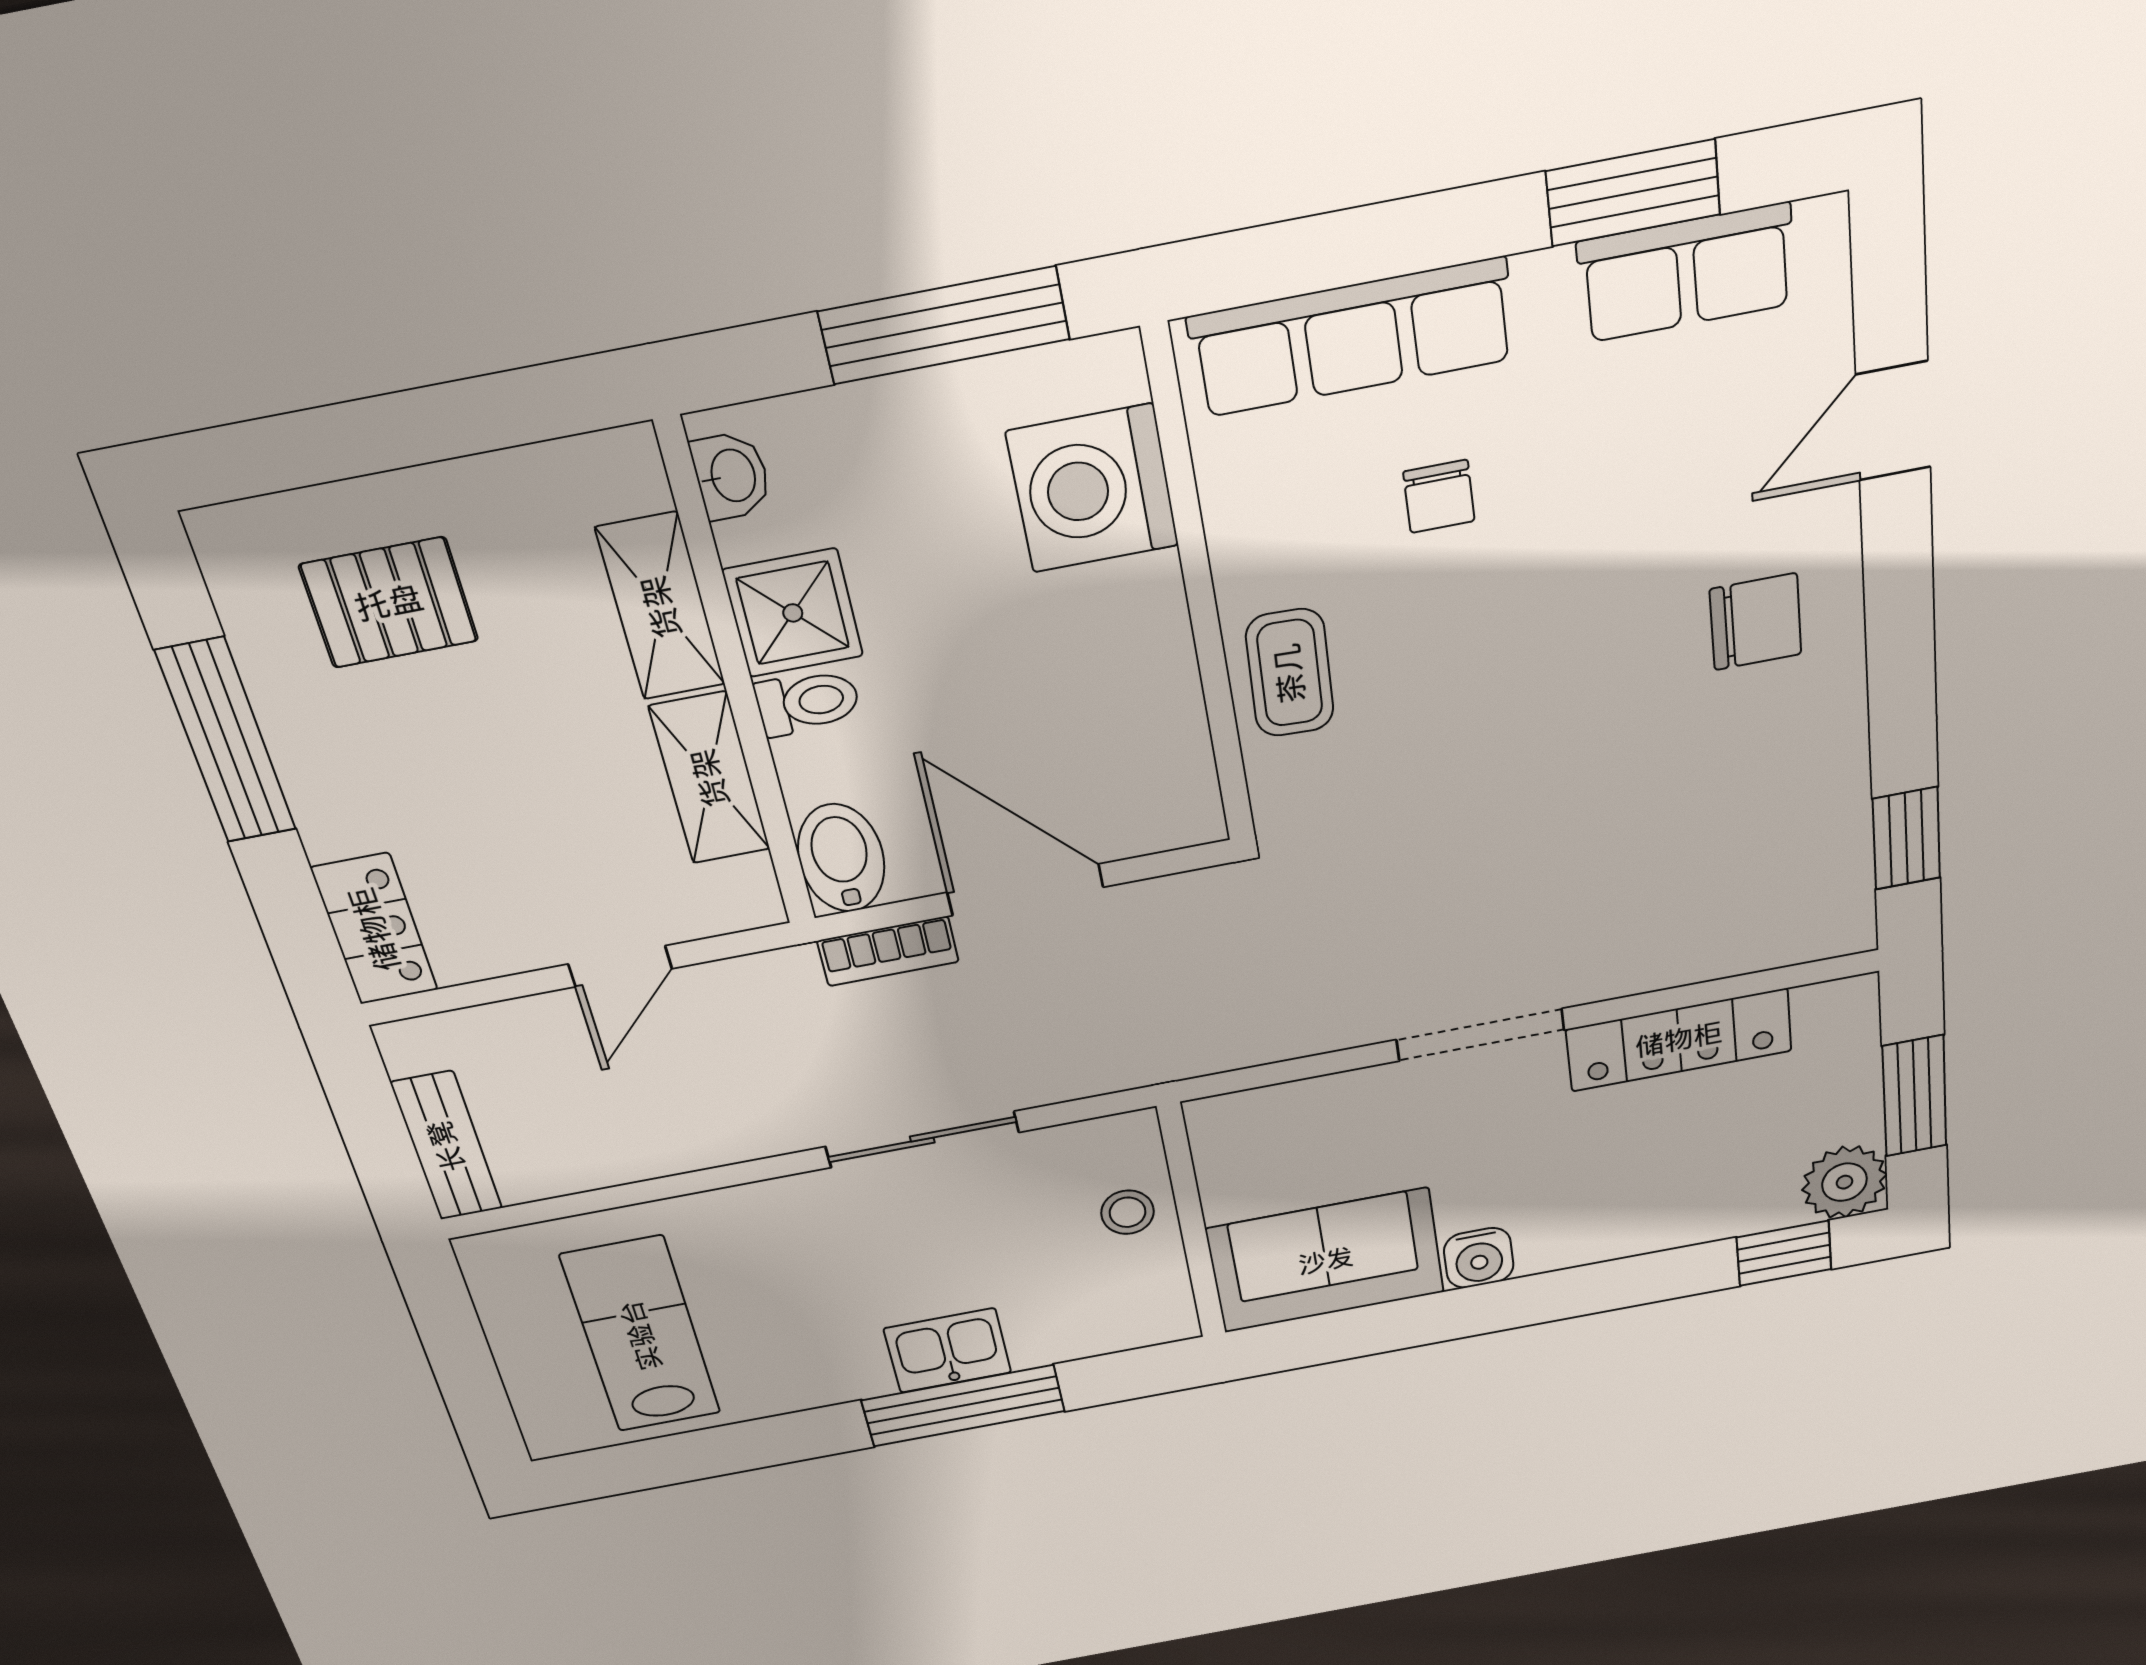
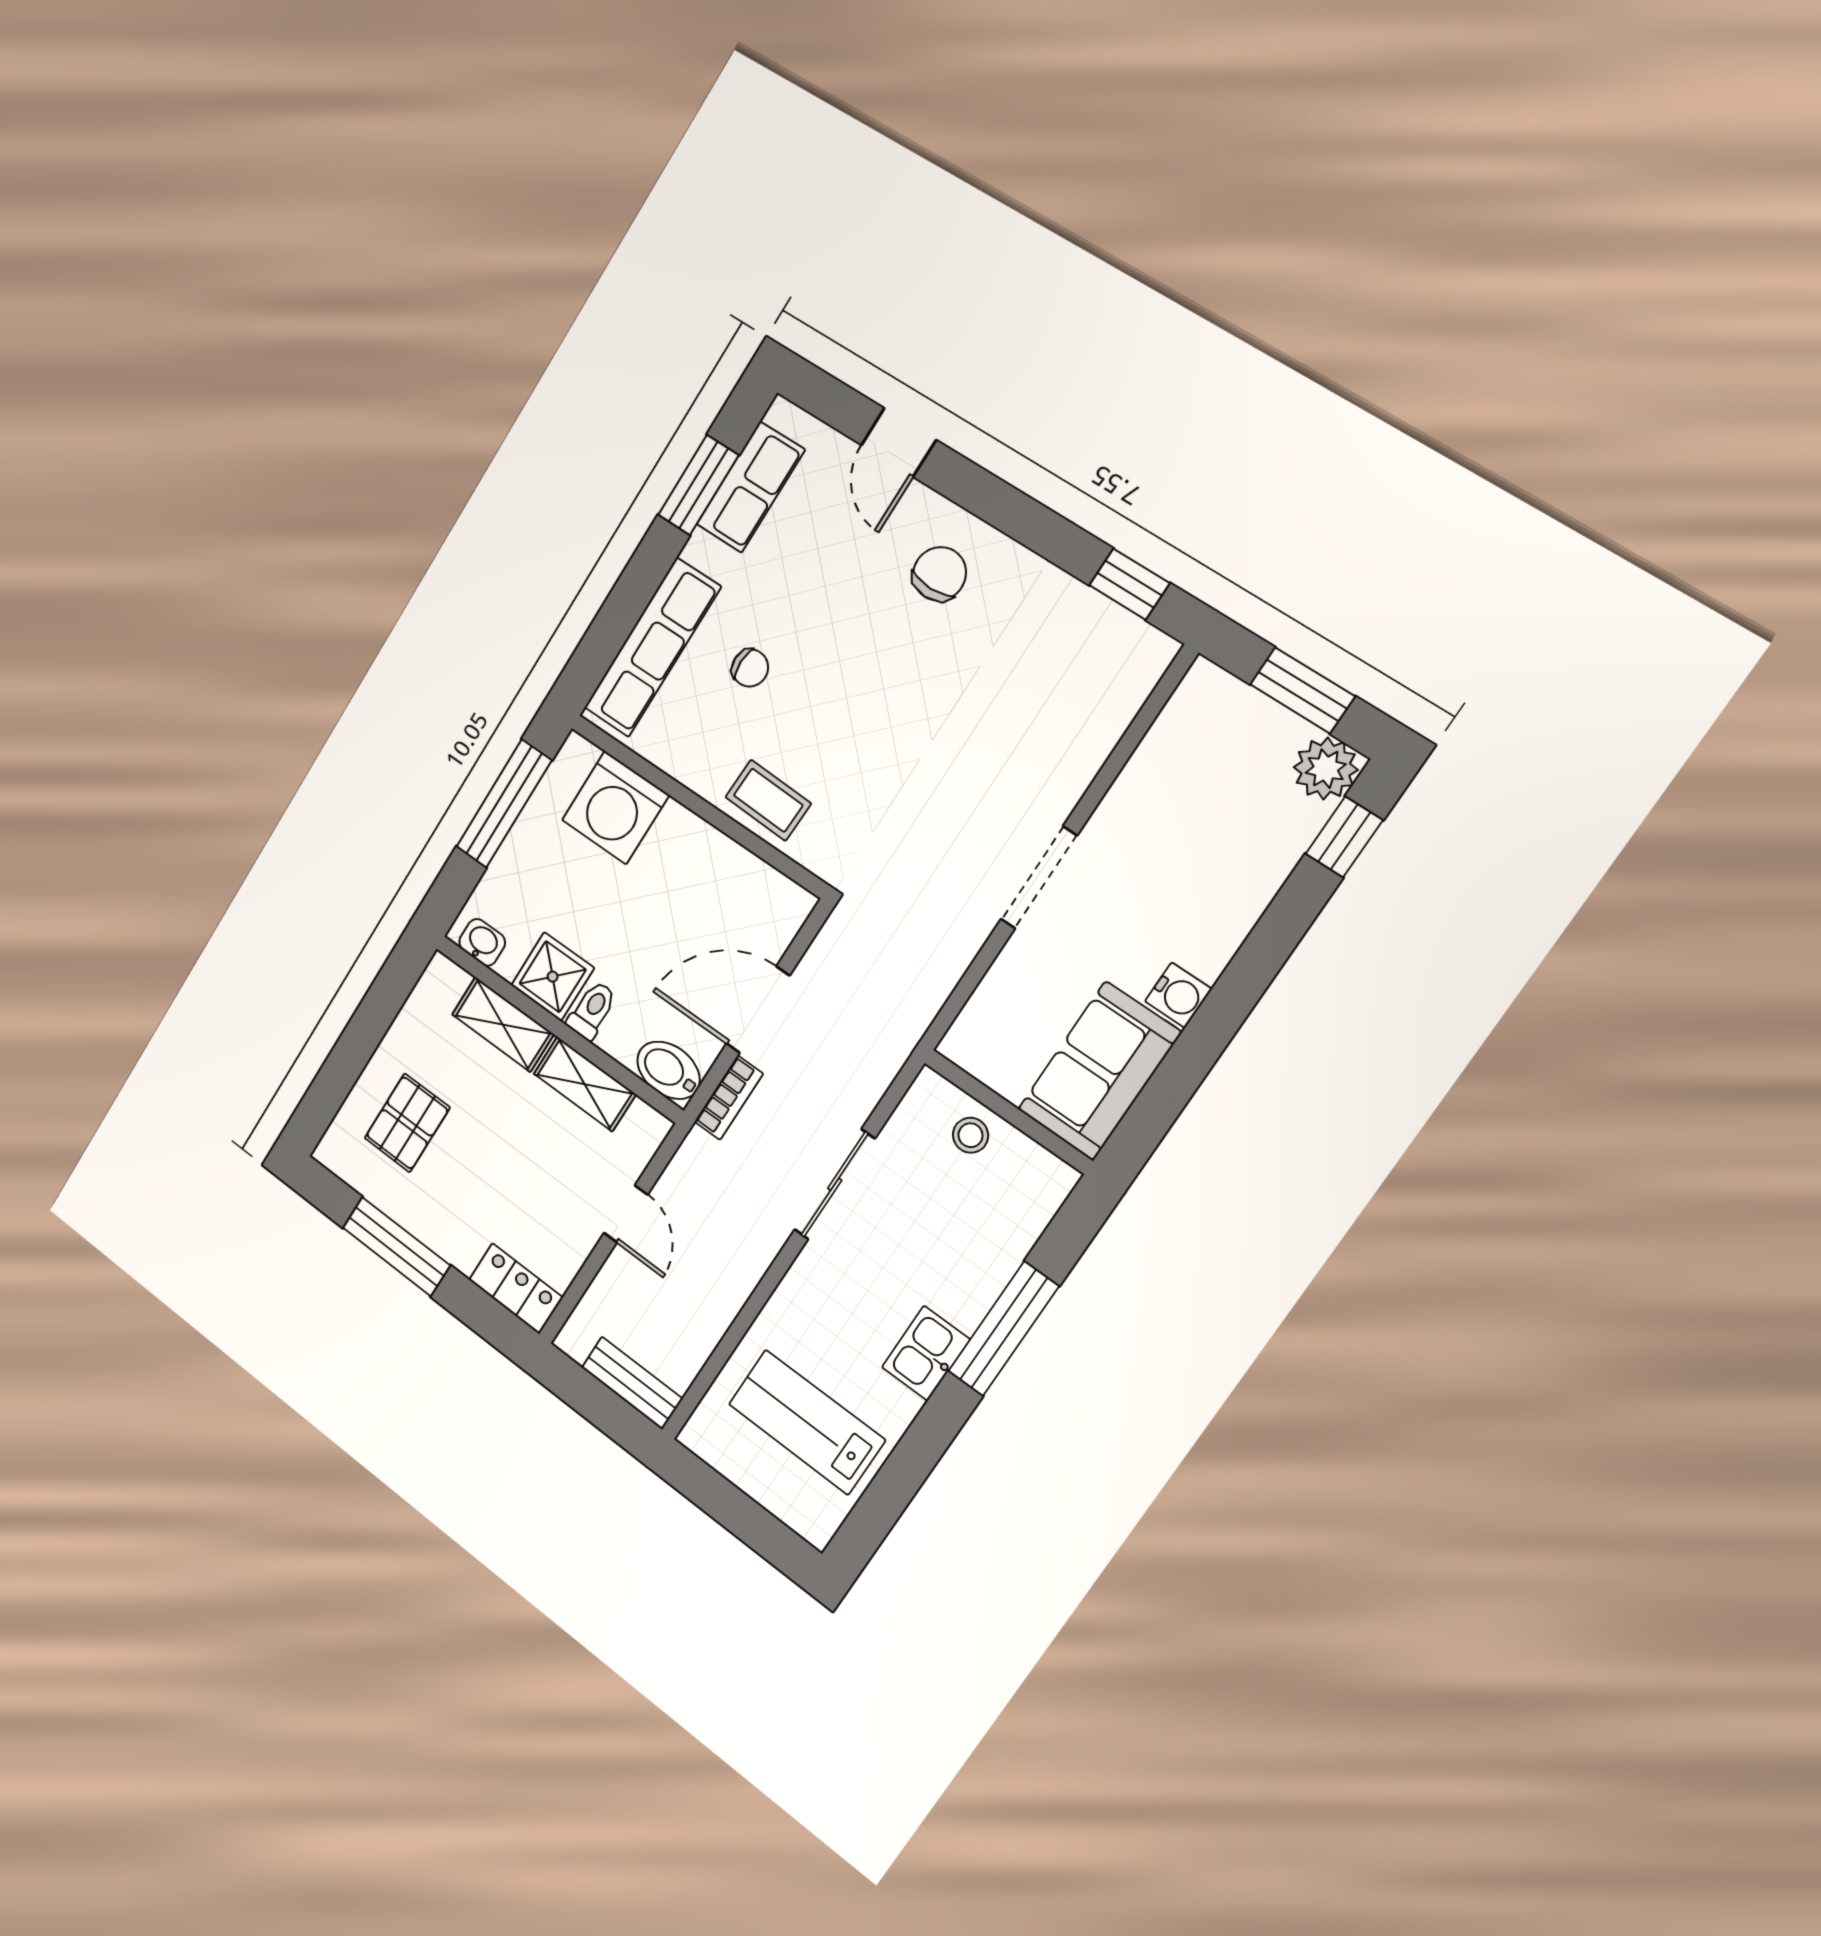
locker: (1679, 1040) -> (1141, 784), removed
kitchen sink: (948, 1351) -> (926, 1353), moved

